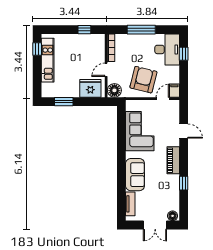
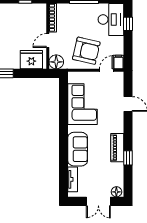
armchair: (143, 80) -> (86, 51), turned 89
piano: (173, 160) -> (117, 148), moved

